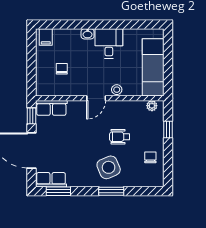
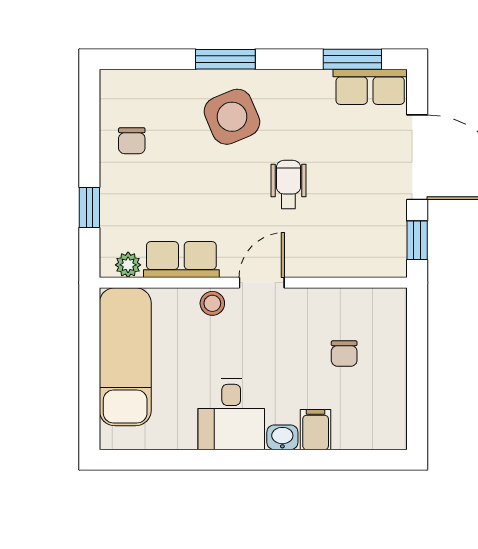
filing cabinet: (46, 37) -> (316, 430), moved
row of seats: (51, 108) -> (181, 260), moved
wheelchair: (120, 137) -> (288, 184), moved, turned -90

